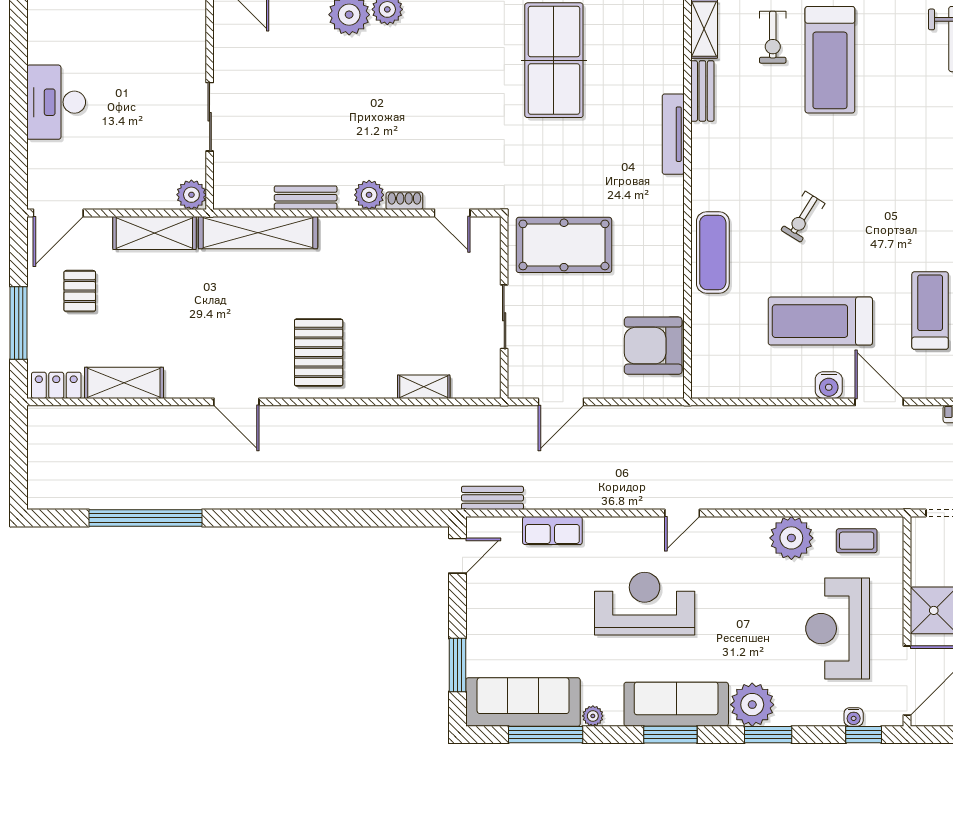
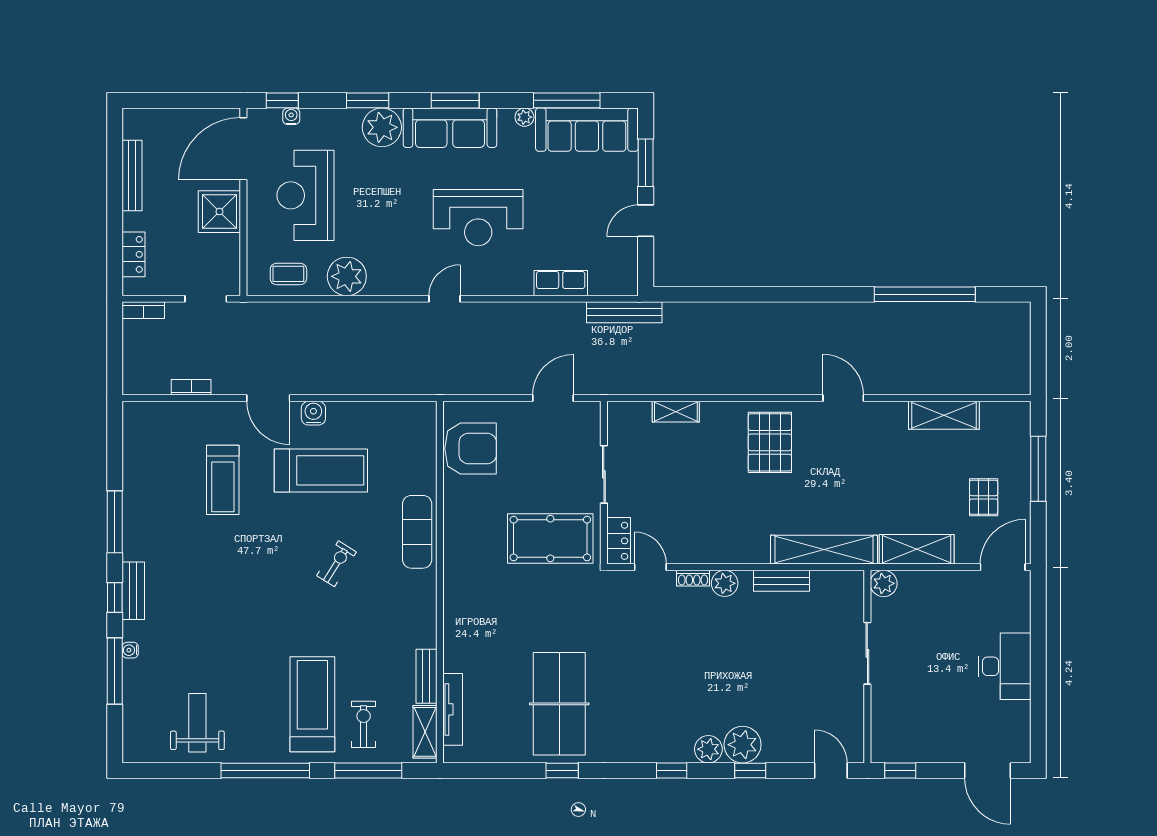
tv unit: (673, 134) -> (453, 709), moved
locker: (56, 385) -> (619, 541), moved, turned -90
bench: (492, 498) -> (624, 312), width x1.36
door: (457, 556) -> (646, 221), moved
reception desk: (838, 629) -> (306, 195), turned 180

